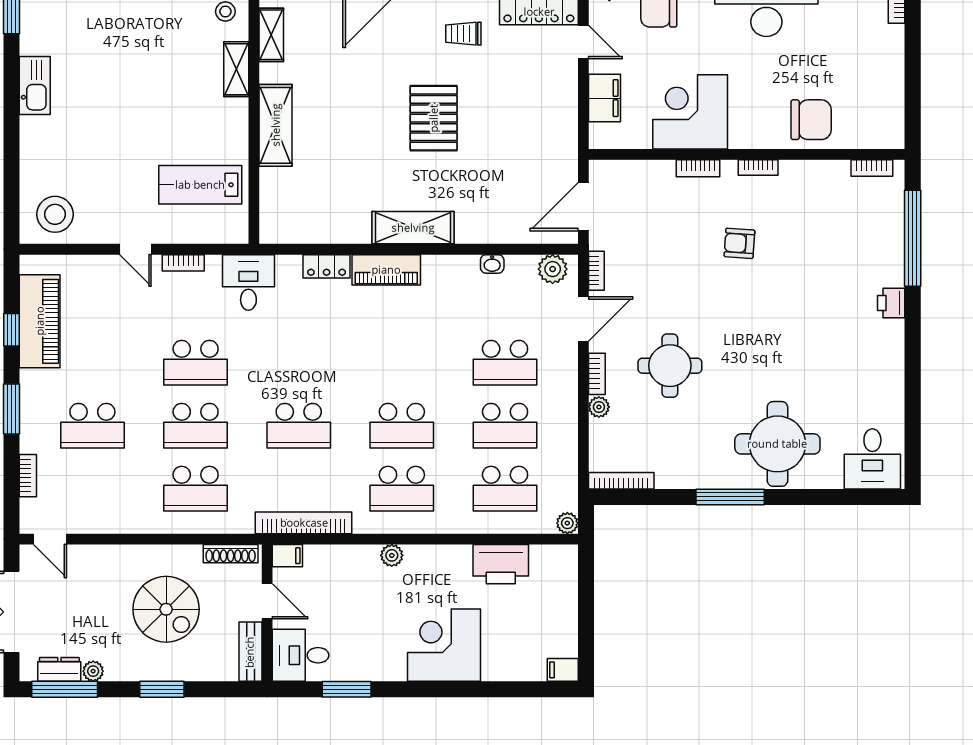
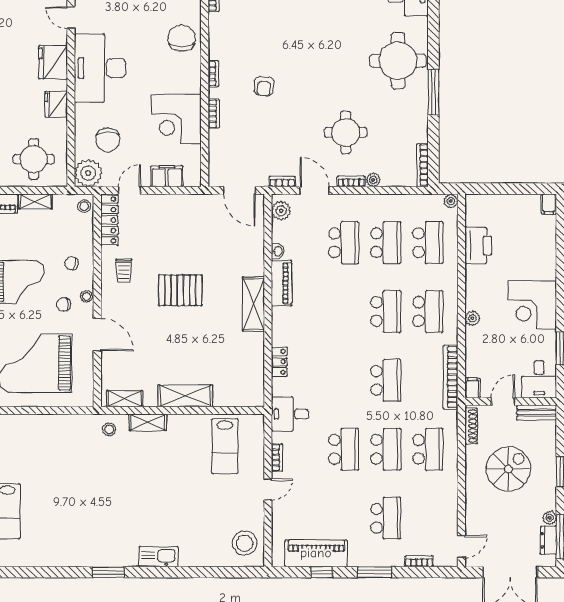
piano: (386, 270) -> (282, 283), moved
corner desk: (444, 645) -> (532, 305), moved

